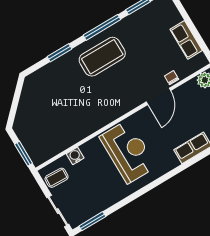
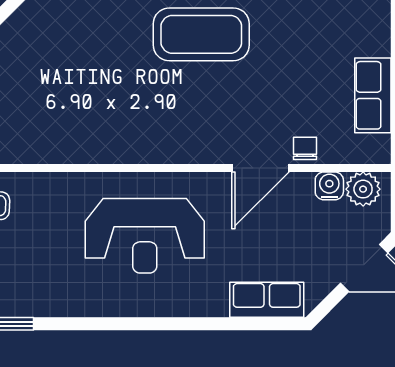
reception desk: (128, 152) -> (145, 236), turned 90
water cooler: (75, 156) -> (329, 186), moved

